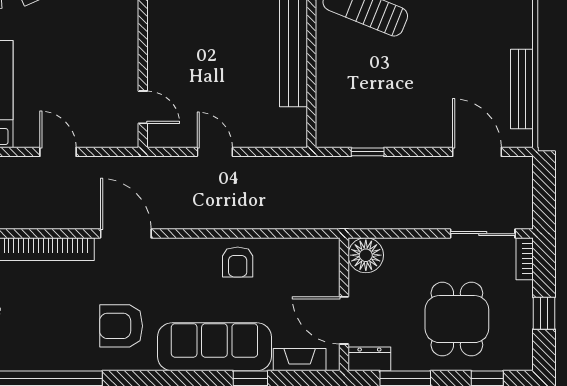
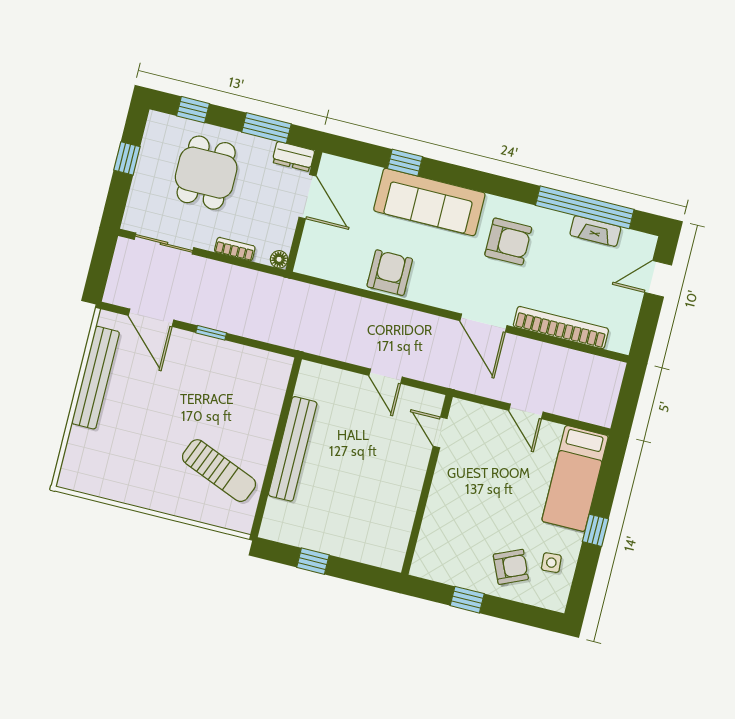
bench: (522, 89) -> (96, 378), width x1.37, depth x1.21
window: (368, 152) -> (211, 333), moved
floor lamp: (366, 255) -> (279, 259), width x0.53, depth x0.53
bookcase: (525, 259) -> (235, 249), moved, turned -90
armchair: (238, 262) -> (390, 273), width x1.38, depth x1.38
fireplace: (300, 360) -> (595, 231), moved

